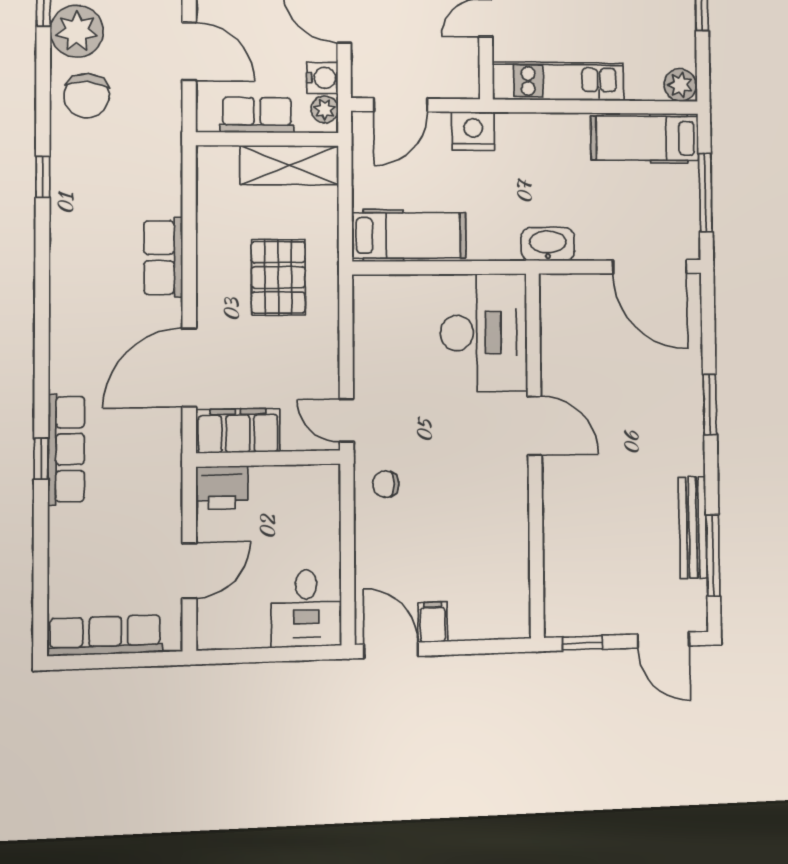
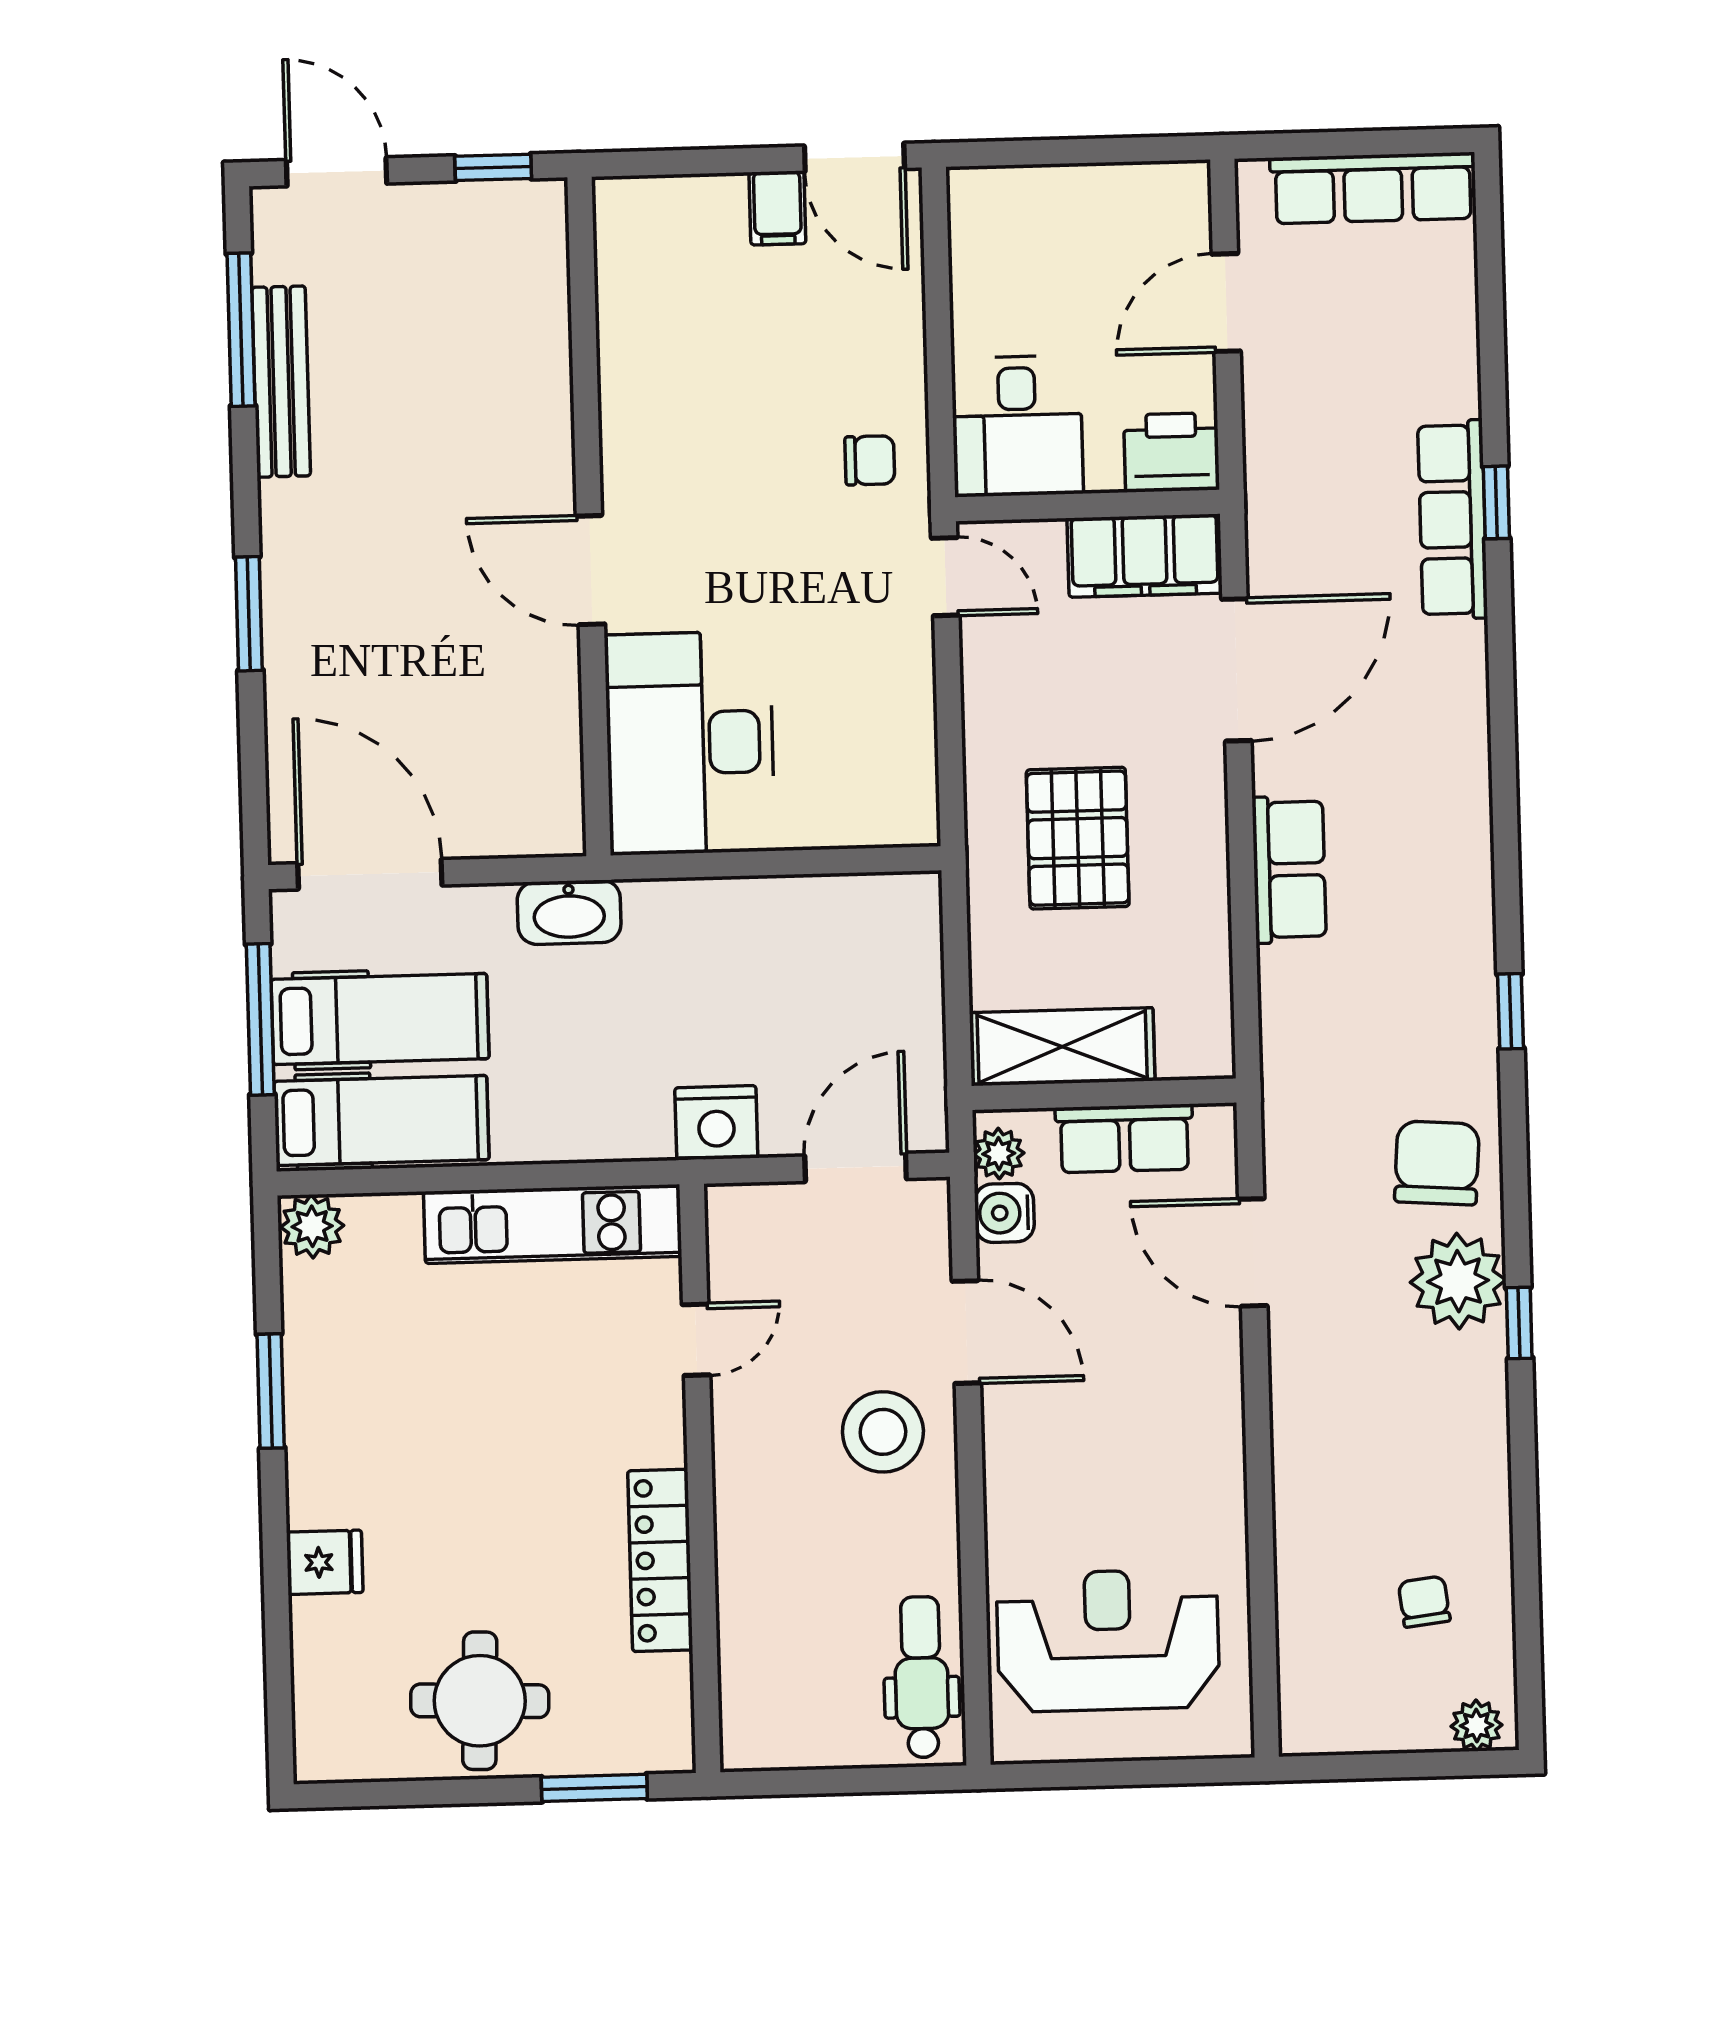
hospital bed: (409, 235) -> (380, 1019), moved, turned 180
desk: (306, 608) -> (1017, 426), moved, turned 180

